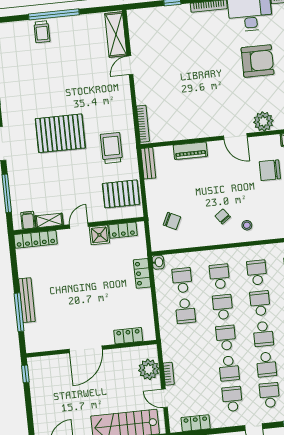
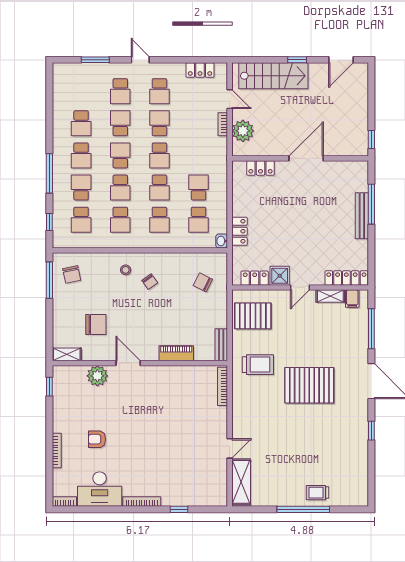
trolley: (42, 32) -> (317, 493), turned -90
armchair: (258, 61) -> (97, 439), width x0.53, depth x0.53
trolley: (111, 148) -> (258, 365), turned -90

